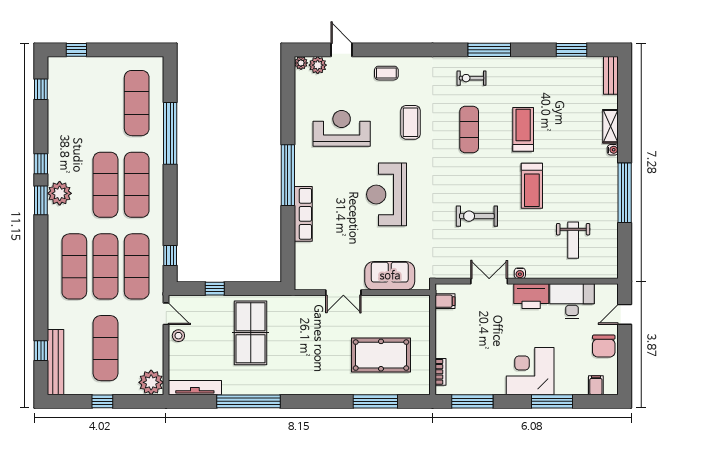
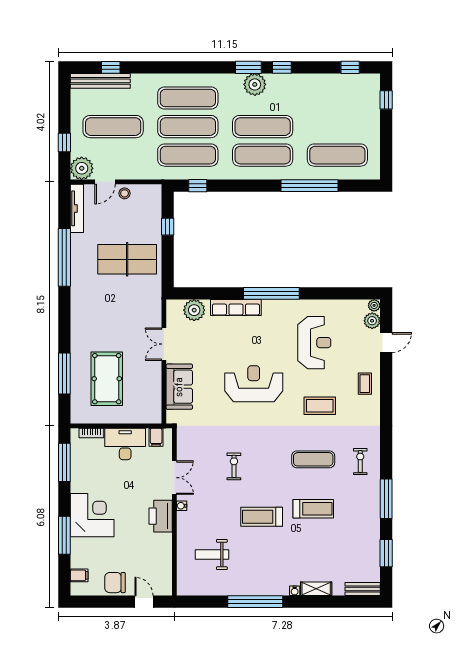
window: (489, 50) -> (386, 499), moved
exercise bike: (477, 216) -> (234, 466), width x0.73, depth x0.72
plant: (306, 260) -> (194, 310), added
desk: (572, 301) -> (125, 444), moved, turned -90
door: (166, 314) -> (105, 182), moved
window: (102, 401) -> (64, 143), moved

